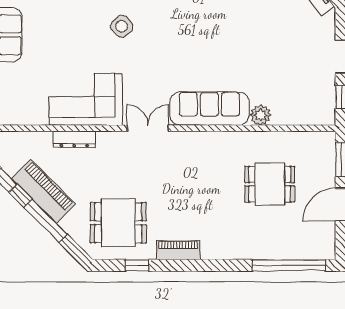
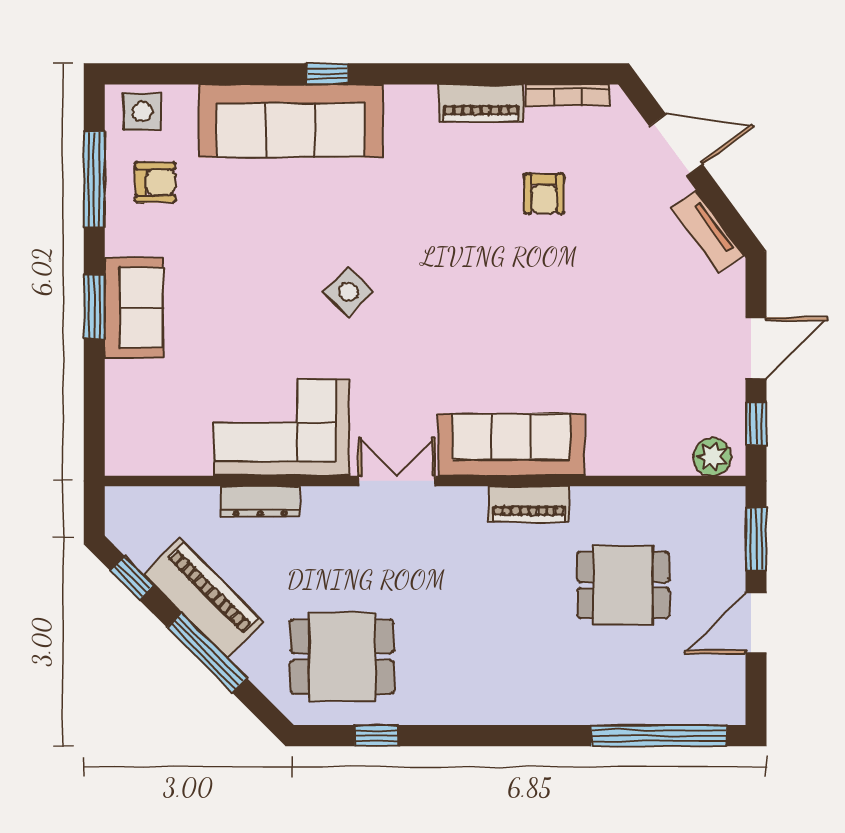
plant: (261, 115) -> (712, 457), moved
piano: (178, 250) -> (529, 504), moved, turned 180

